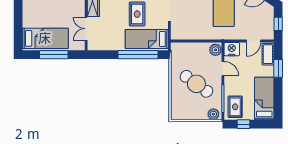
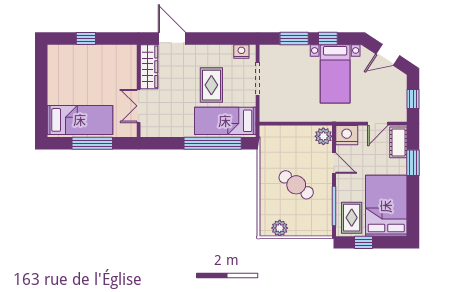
cafe table: (196, 84) -> (296, 185), width x0.73, depth x0.74
bed: (264, 98) -> (386, 206), width x1.50
plant: (213, 114) -> (280, 228), moved

